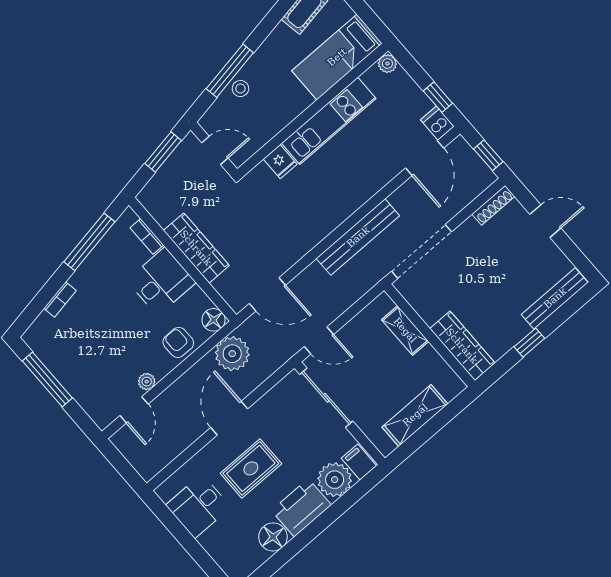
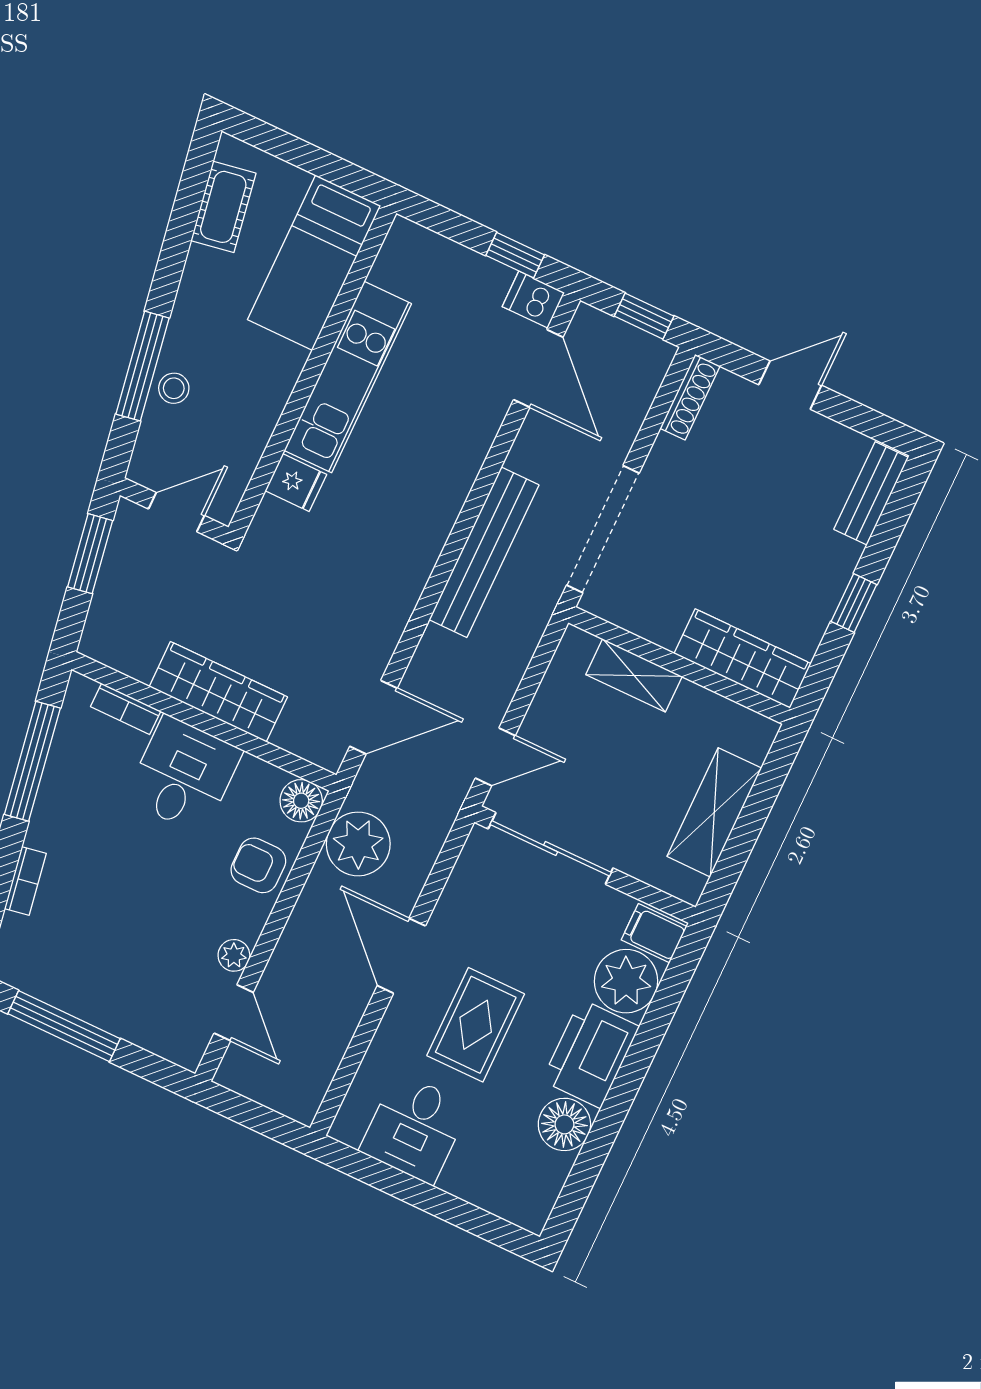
plant: (387, 64) -> (404, 236), removed
bench: (555, 298) -> (871, 493), width x0.73

